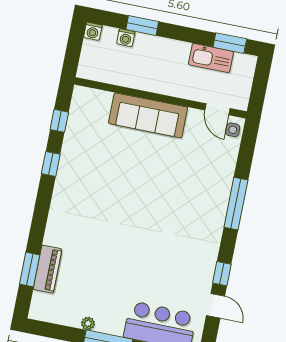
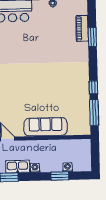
washing machine: (93, 31) -> (35, 168), moved
window: (59, 121) -> (94, 113), width x2.17
window: (30, 269) -> (92, 37), moved

